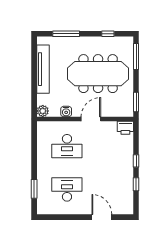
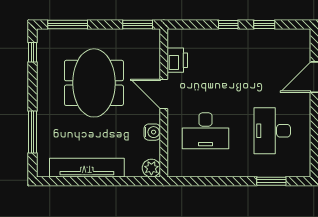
window: (108, 34) -> (33, 52), moved
meeting table: (98, 74) -> (94, 83), width x0.73
printer: (125, 128) -> (177, 60), moved
desk: (67, 146) -> (205, 131), turned 90

